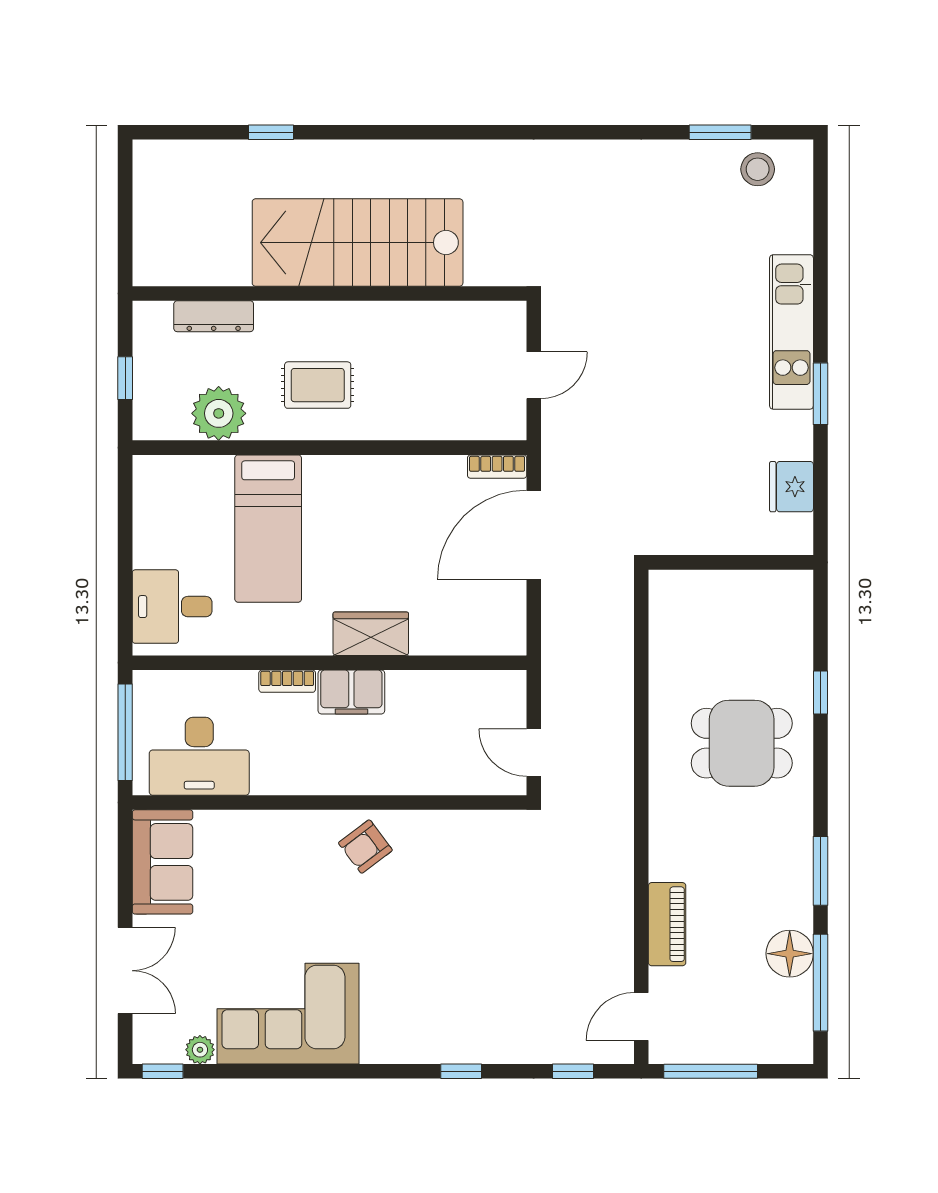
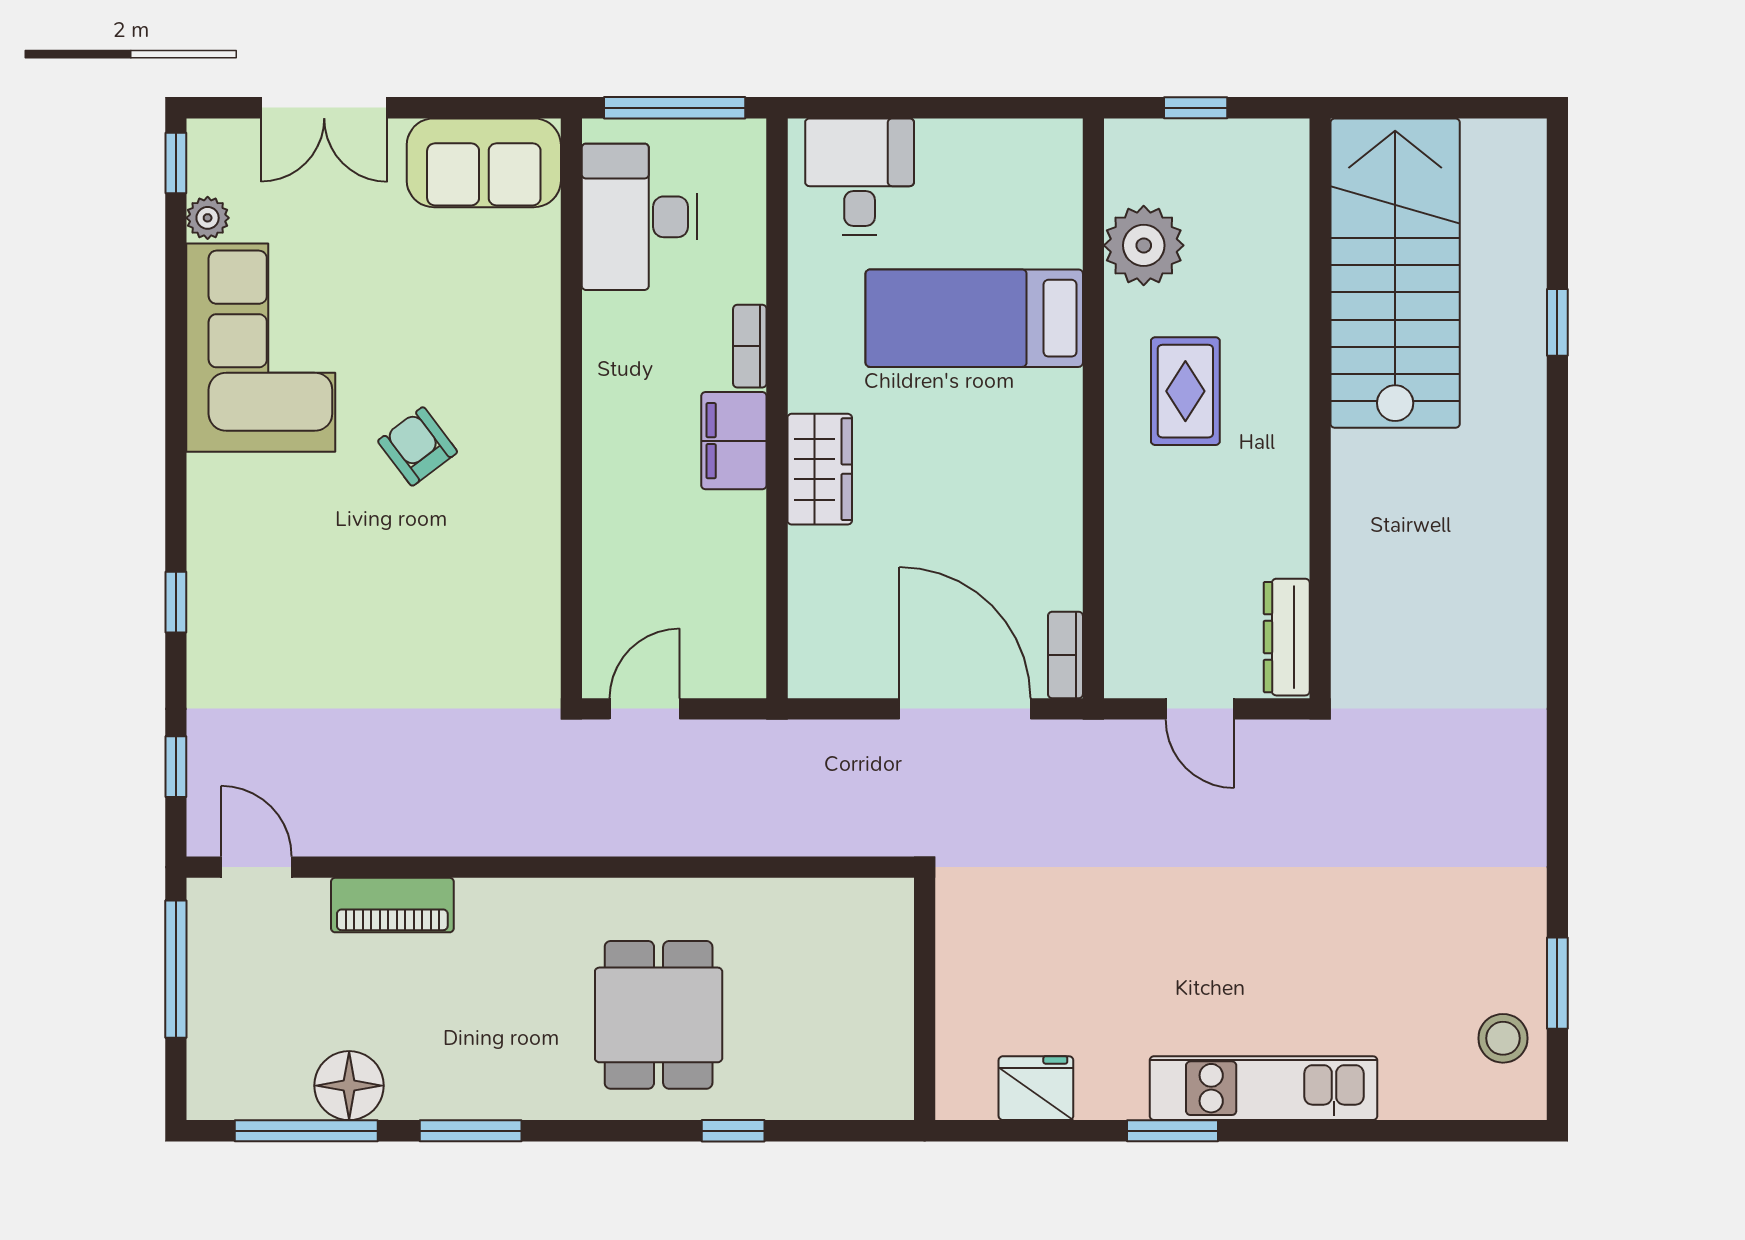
stairs: (358, 243) -> (1395, 273), moved
dresser: (214, 316) -> (1287, 637), moved
armchair: (365, 847) -> (418, 446), moved

